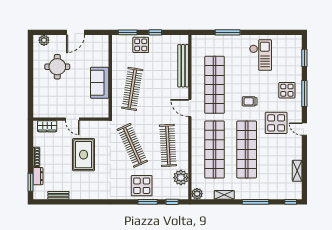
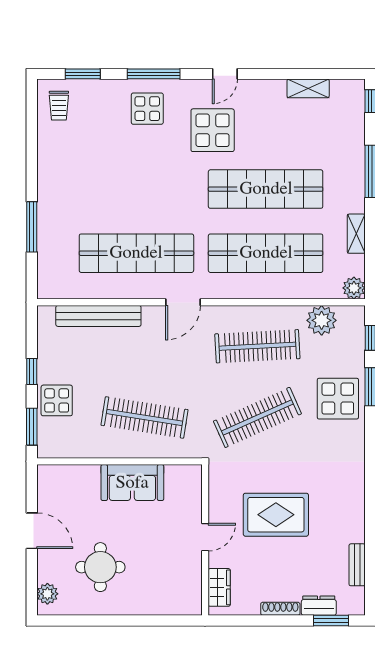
checkout: (260, 55) -> (77, 161), removed
trolley: (250, 101) -> (59, 106), moved

